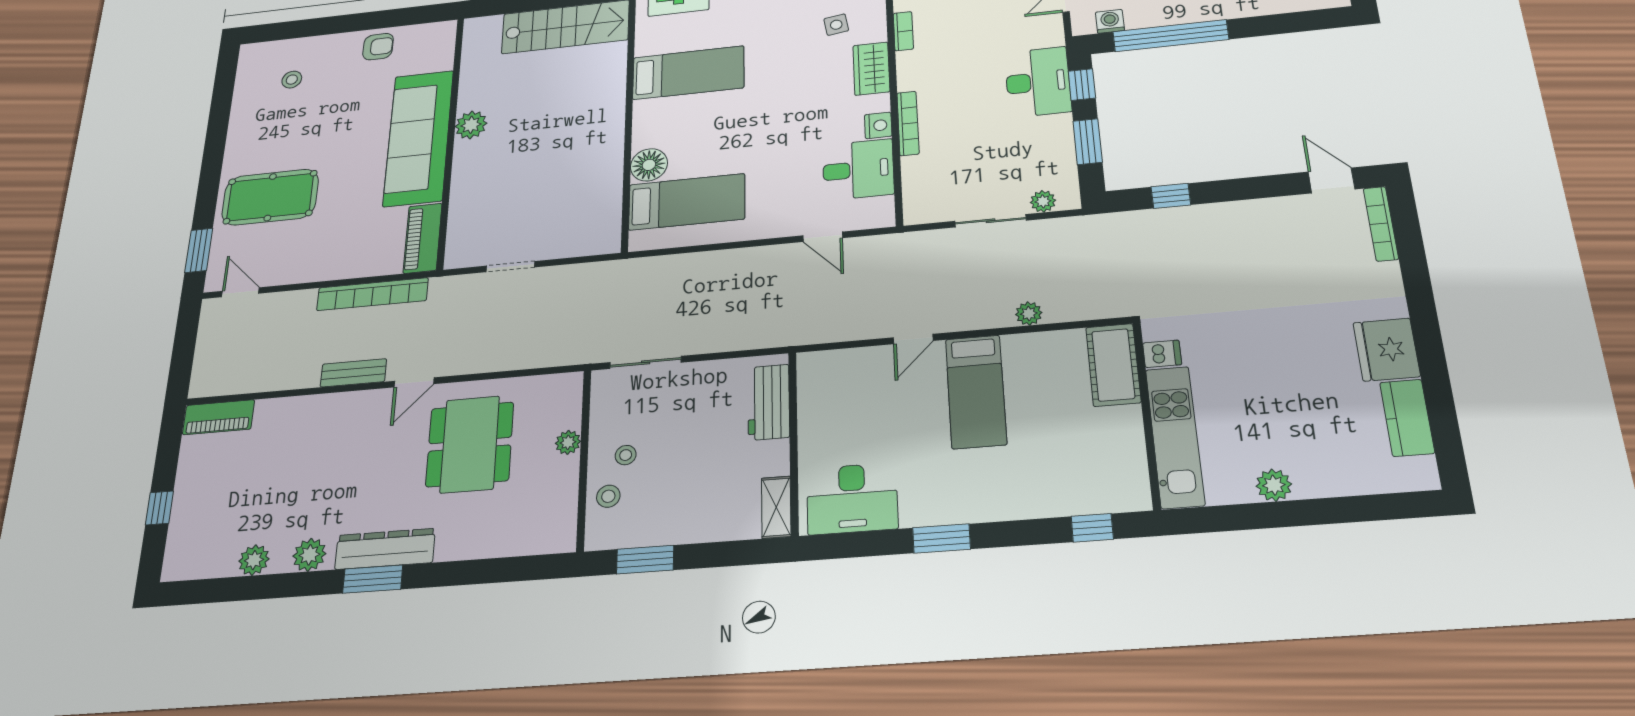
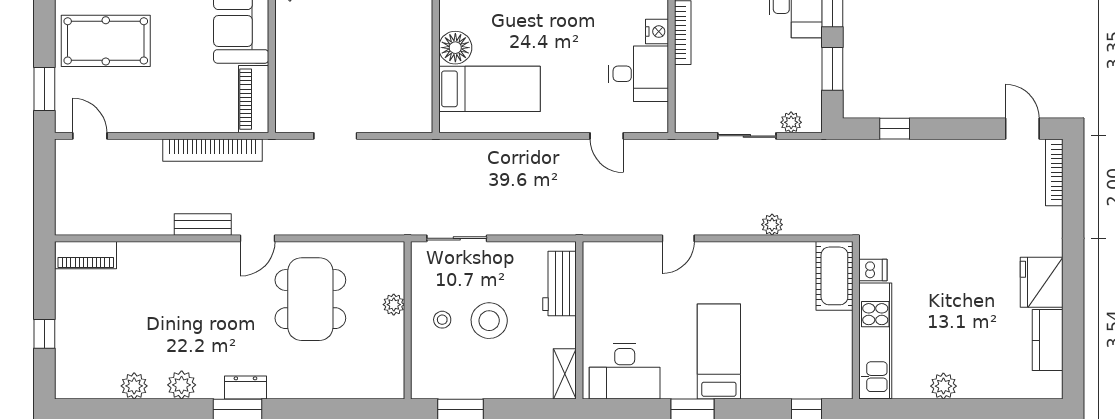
bed: (976, 391) -> (719, 352), moved, turned 180
stool: (608, 496) -> (489, 321), moved, width x1.89, depth x1.89
dresser: (385, 549) -> (245, 387), width x0.51, depth x0.80

